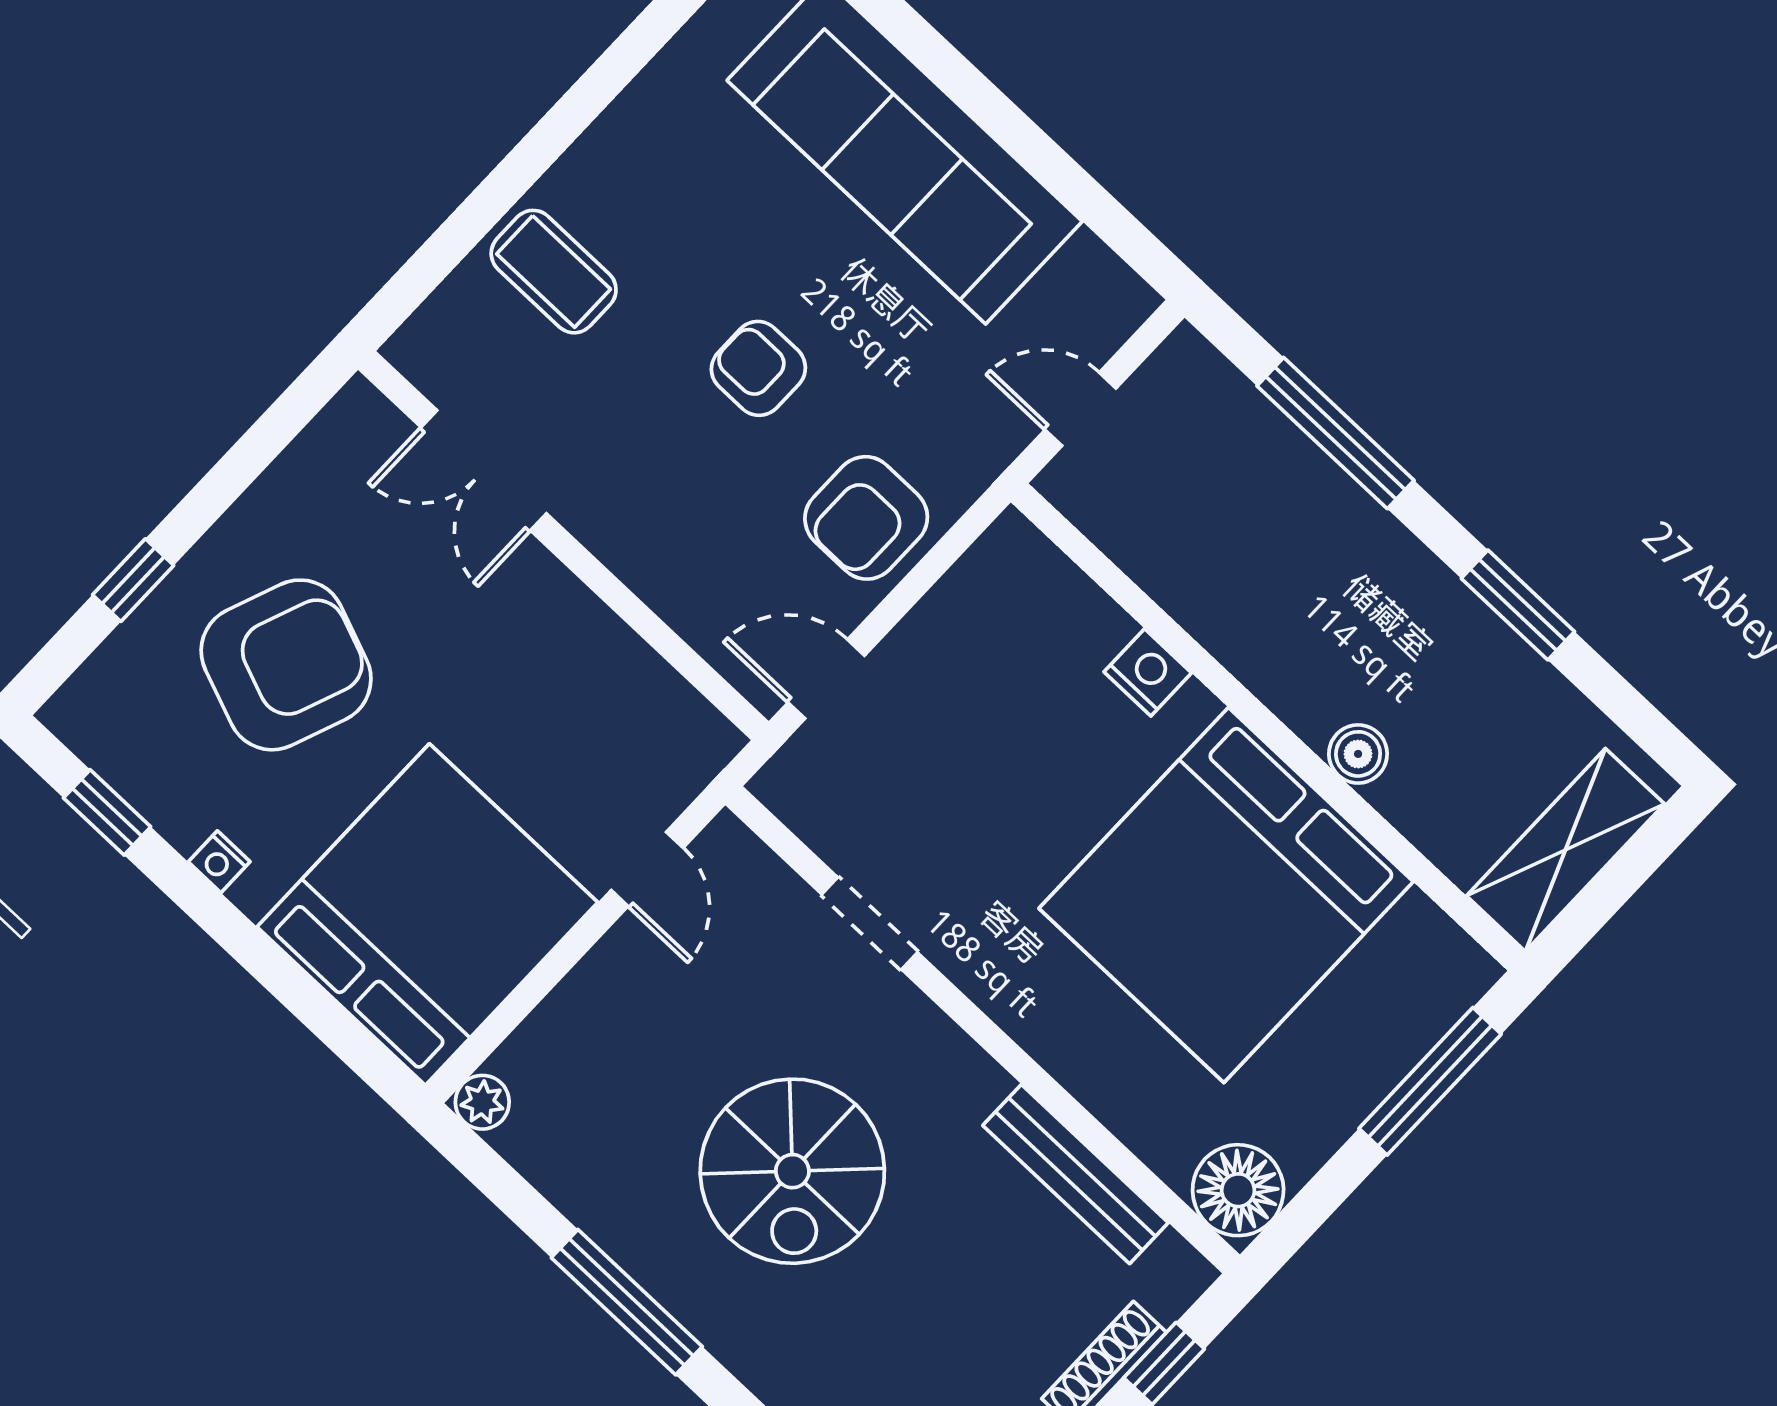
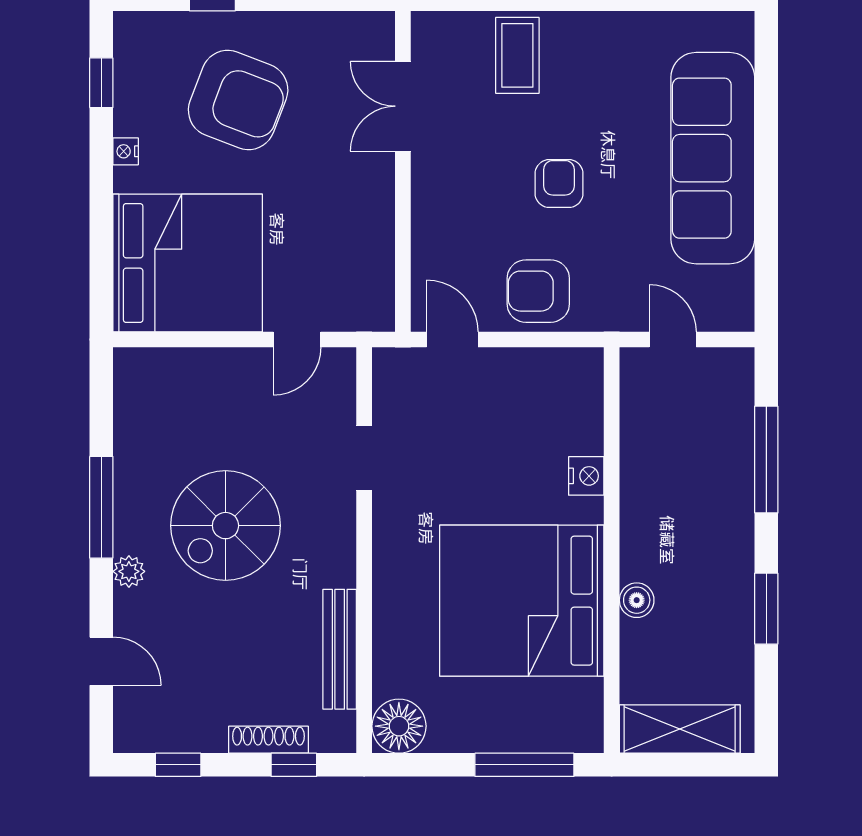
plant: (482, 1102) -> (129, 571), moved

